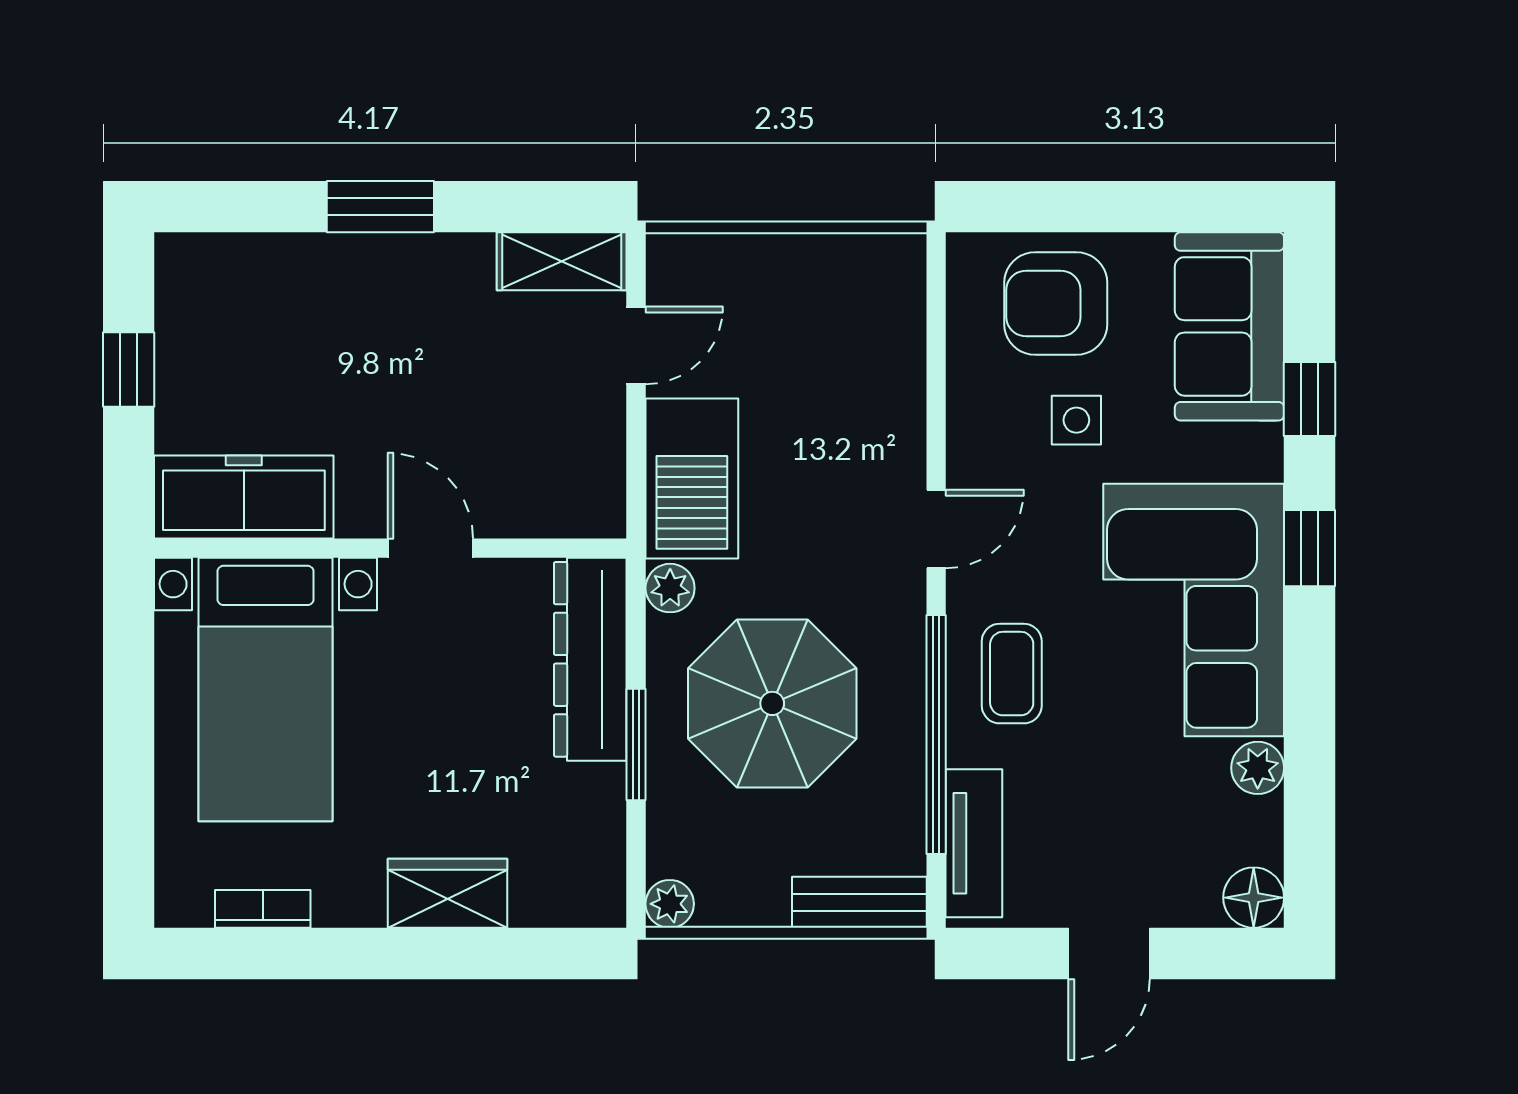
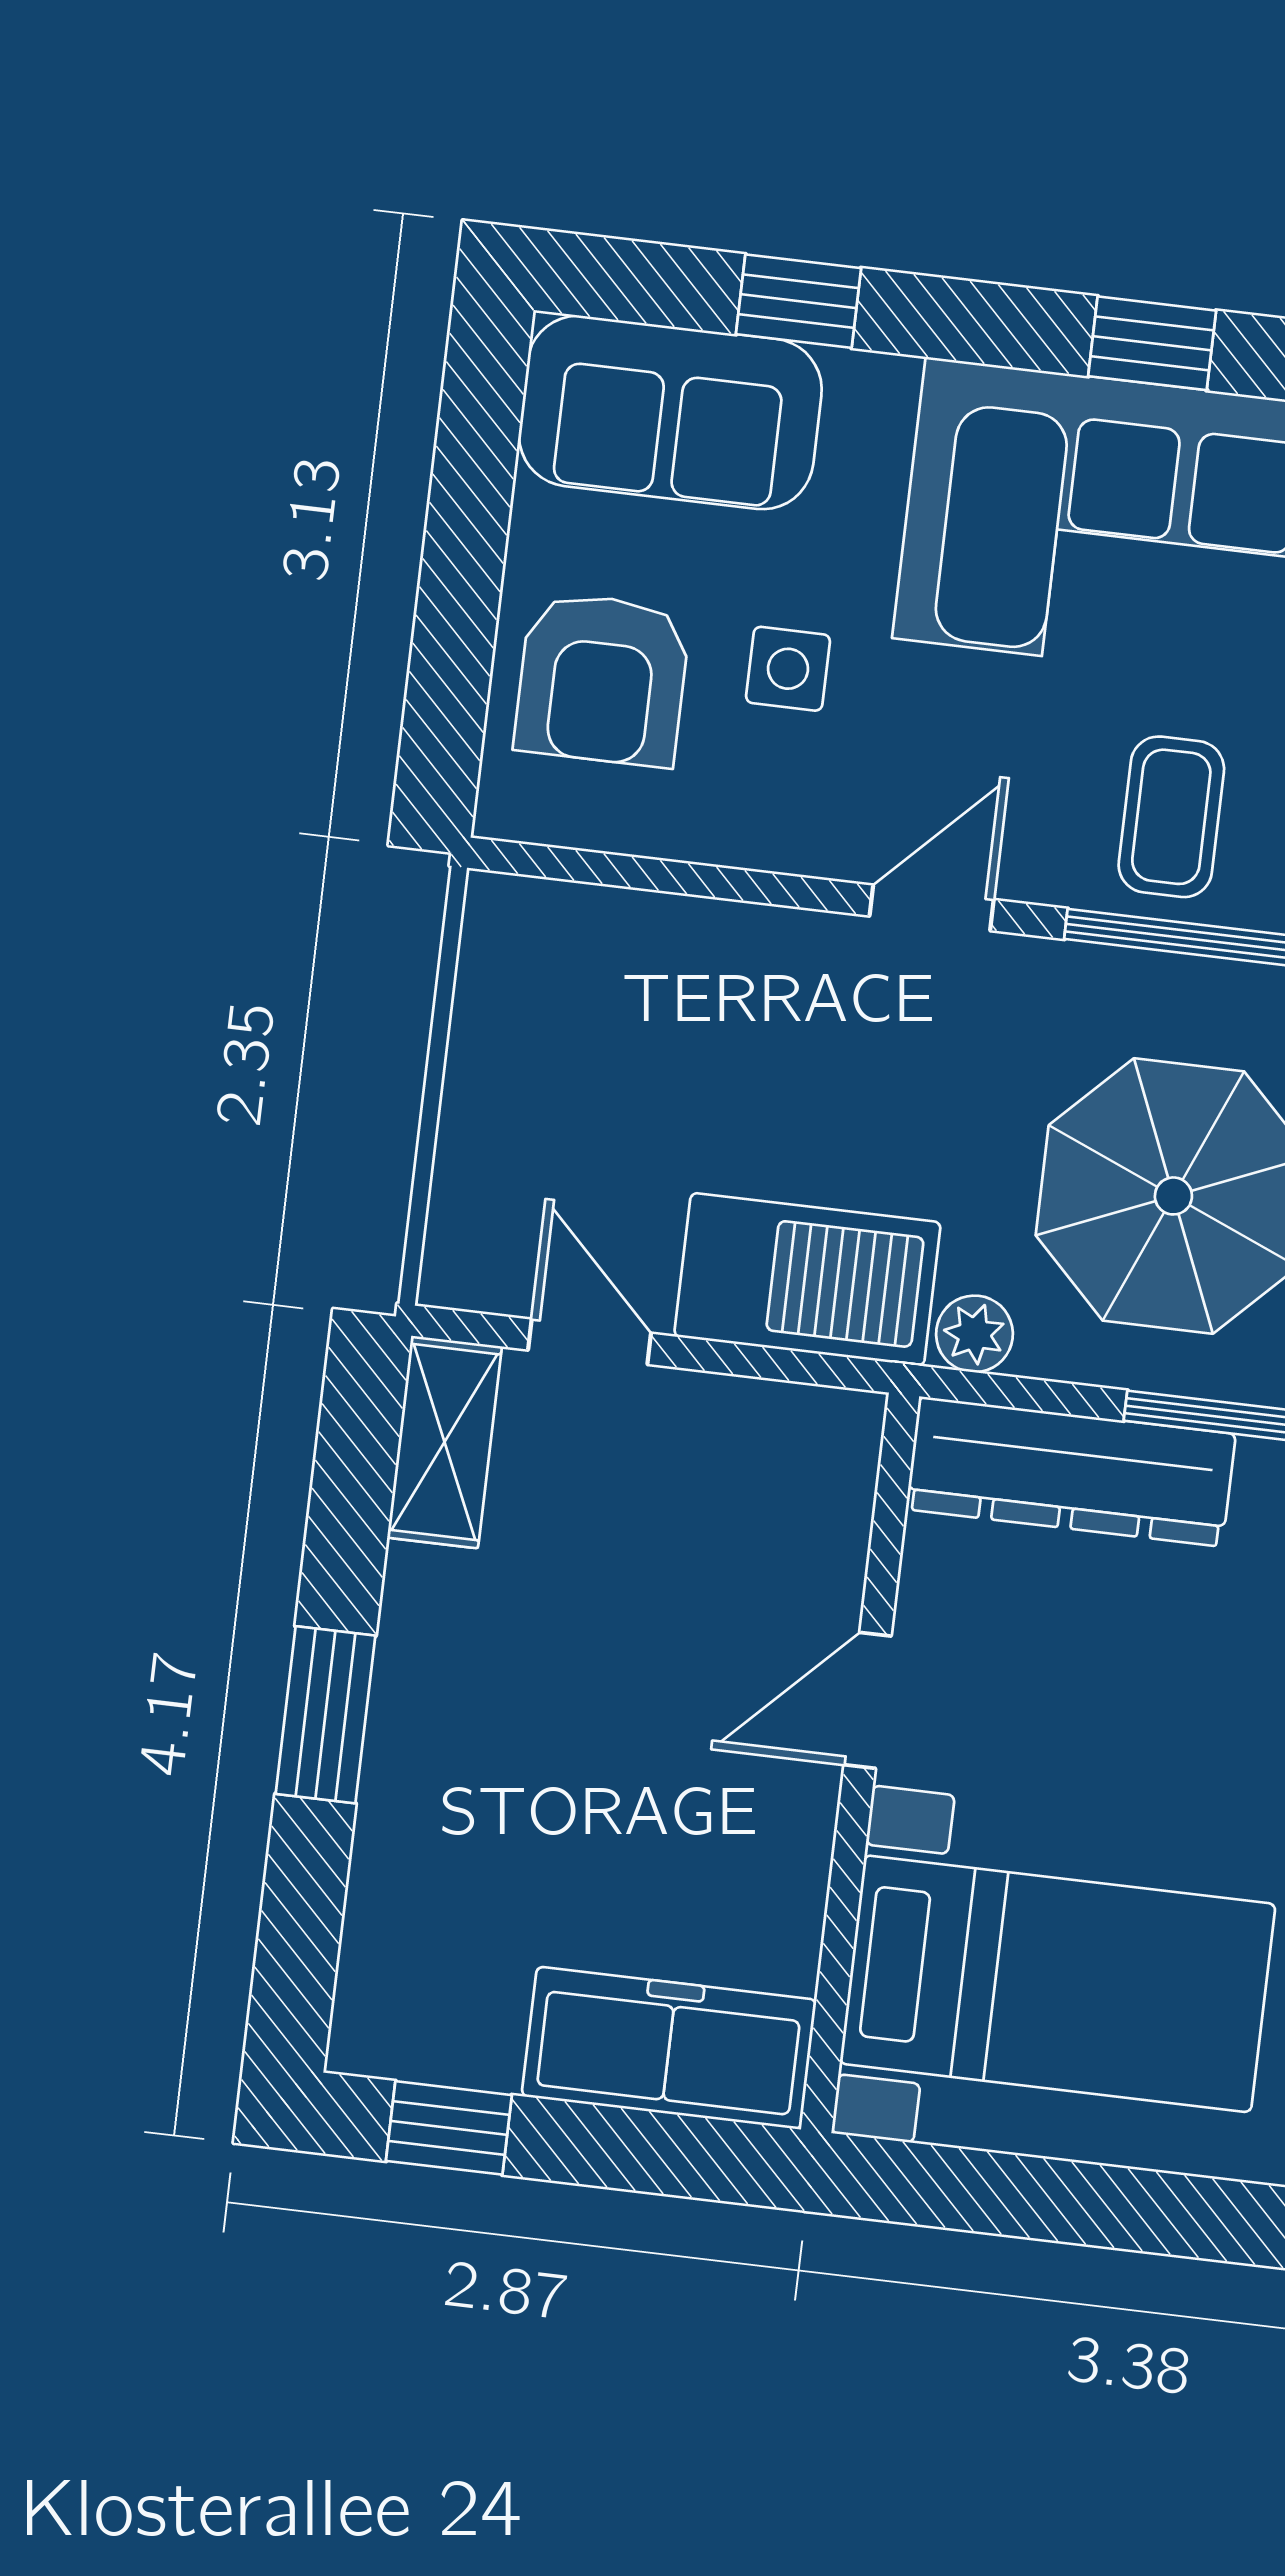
window: (129, 369) -> (449, 2128), moved
freezer: (244, 497) -> (669, 2048), moved, turned 90
door: (936, 529) -> (932, 908), hinge flipped
window: (1310, 548) -> (1152, 343), moved
coffee table: (1012, 674) -> (1171, 817), turned 90

